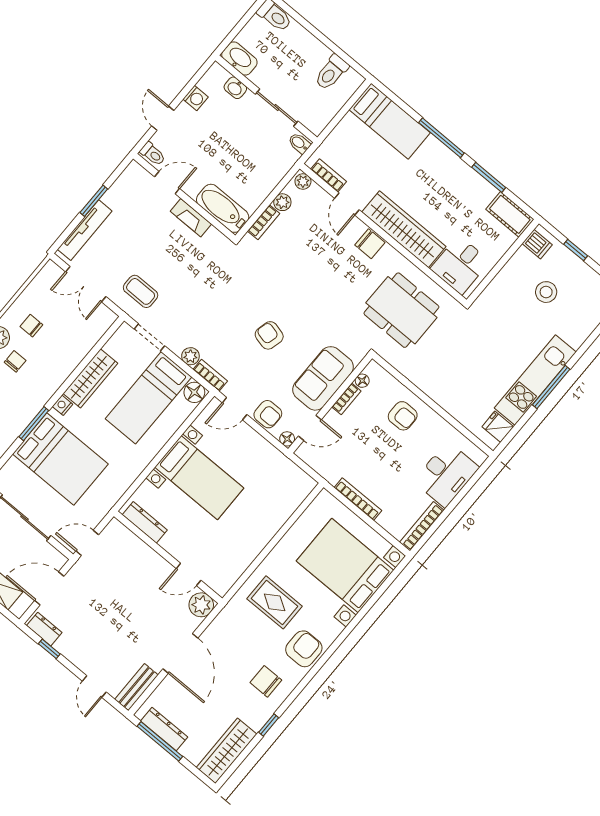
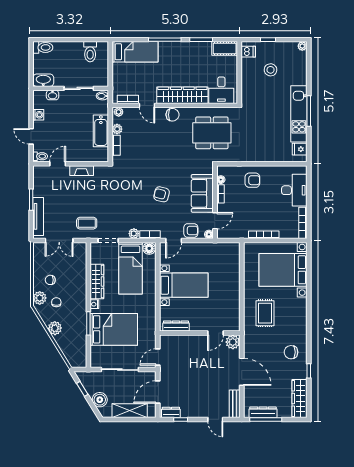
bathtub: (223, 208) -> (101, 131), moved, turned -90
rug: (275, 602) -> (265, 313), turned 90
armchair: (304, 649) -> (296, 323), removed

